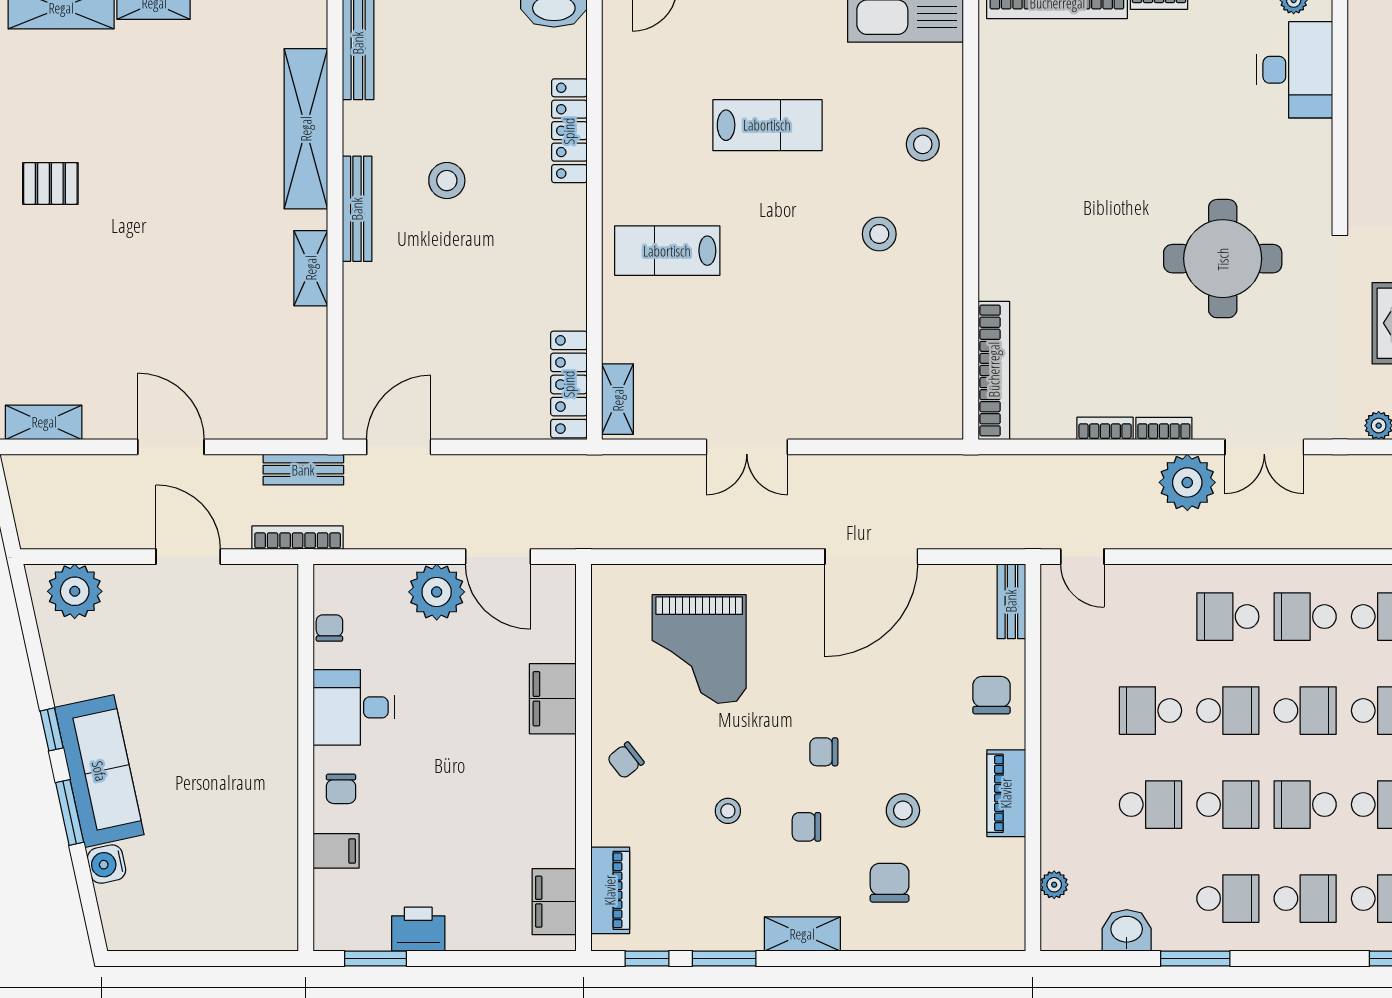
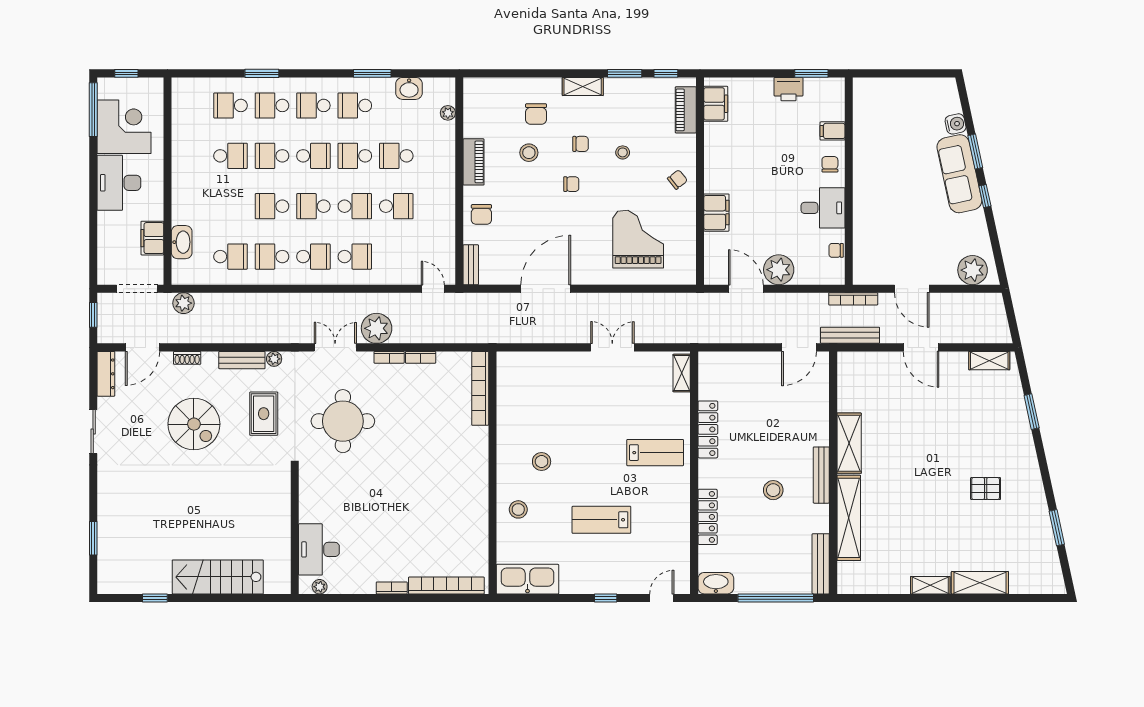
round table: (1223, 259) -> (343, 421), moved
shelving: (311, 268) -> (849, 443), width x1.50, depth x1.33
locker: (569, 384) -> (708, 429), moved
bench: (303, 470) -> (850, 335), width x1.36
chair: (329, 628) -> (836, 250), turned 90
school desk: (1228, 711) -> (355, 206), turned 180

